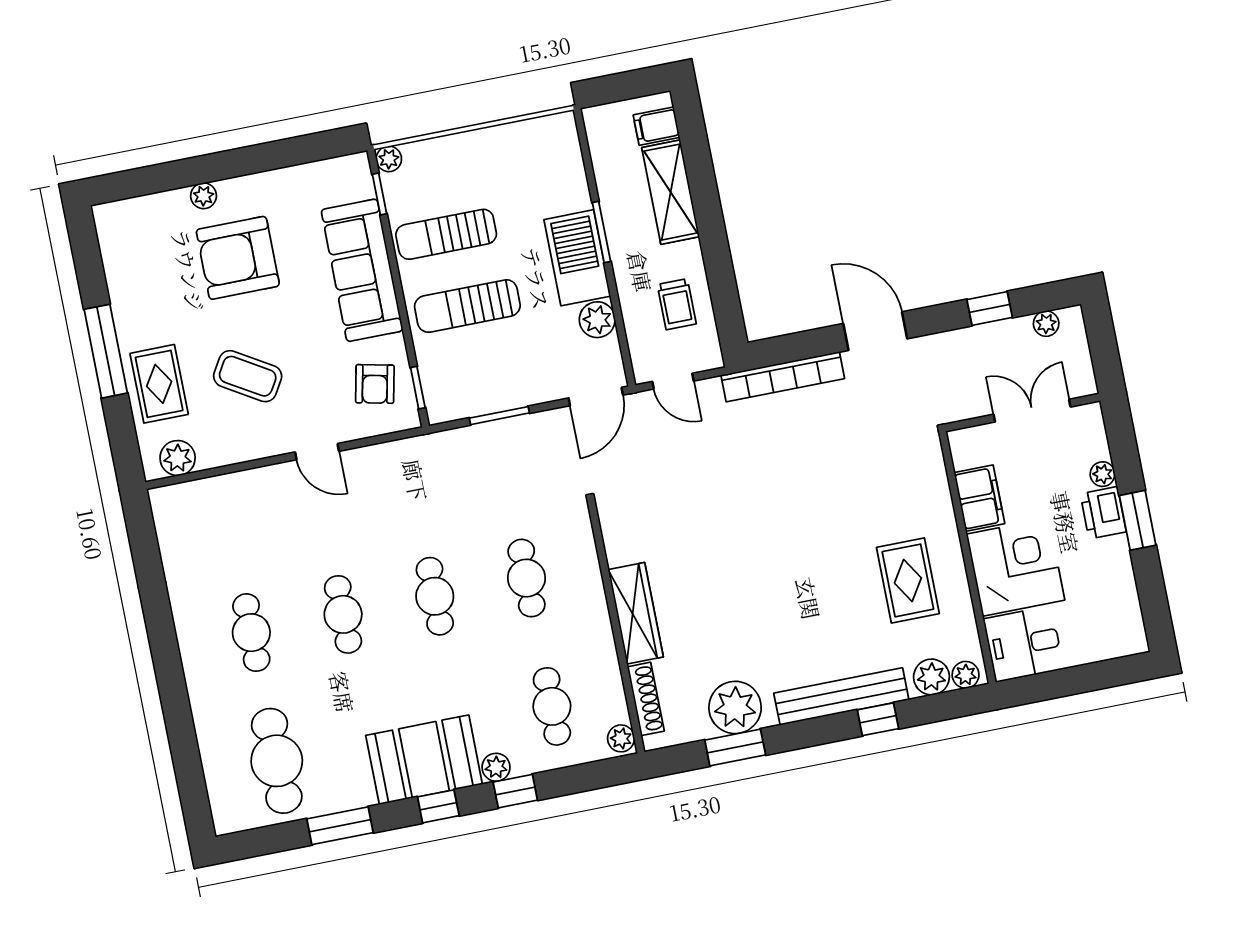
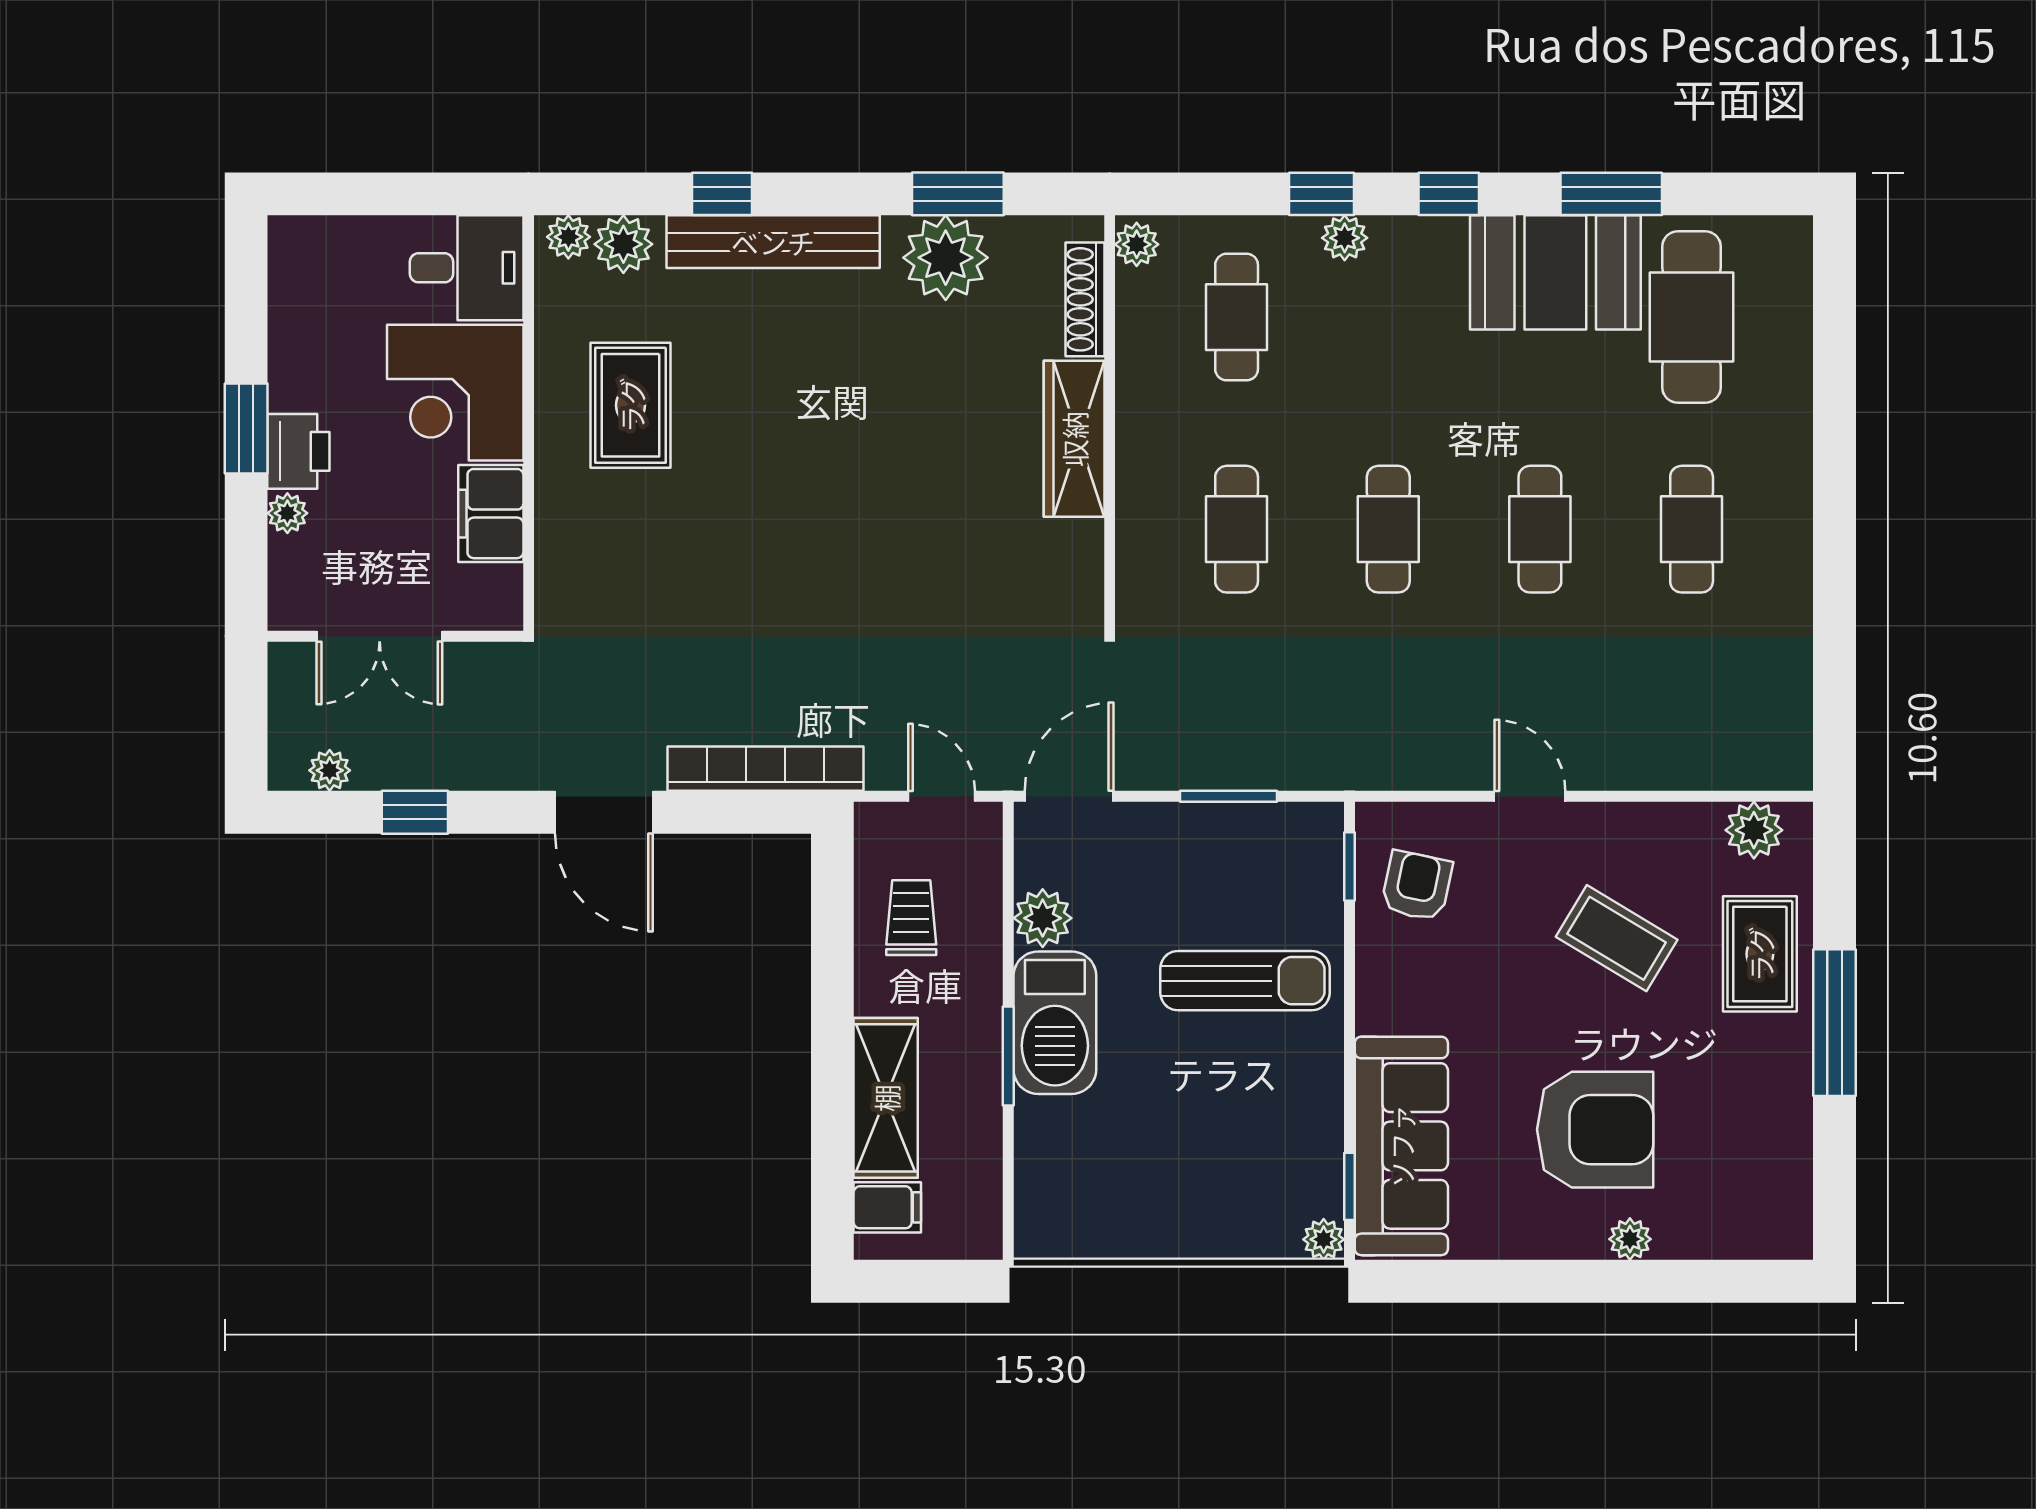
sun lounger: (446, 234) -> (1256, 1101), removed
sofa: (362, 270) -> (1401, 1146), moved
booth: (424, 760) -> (1555, 272), moved

